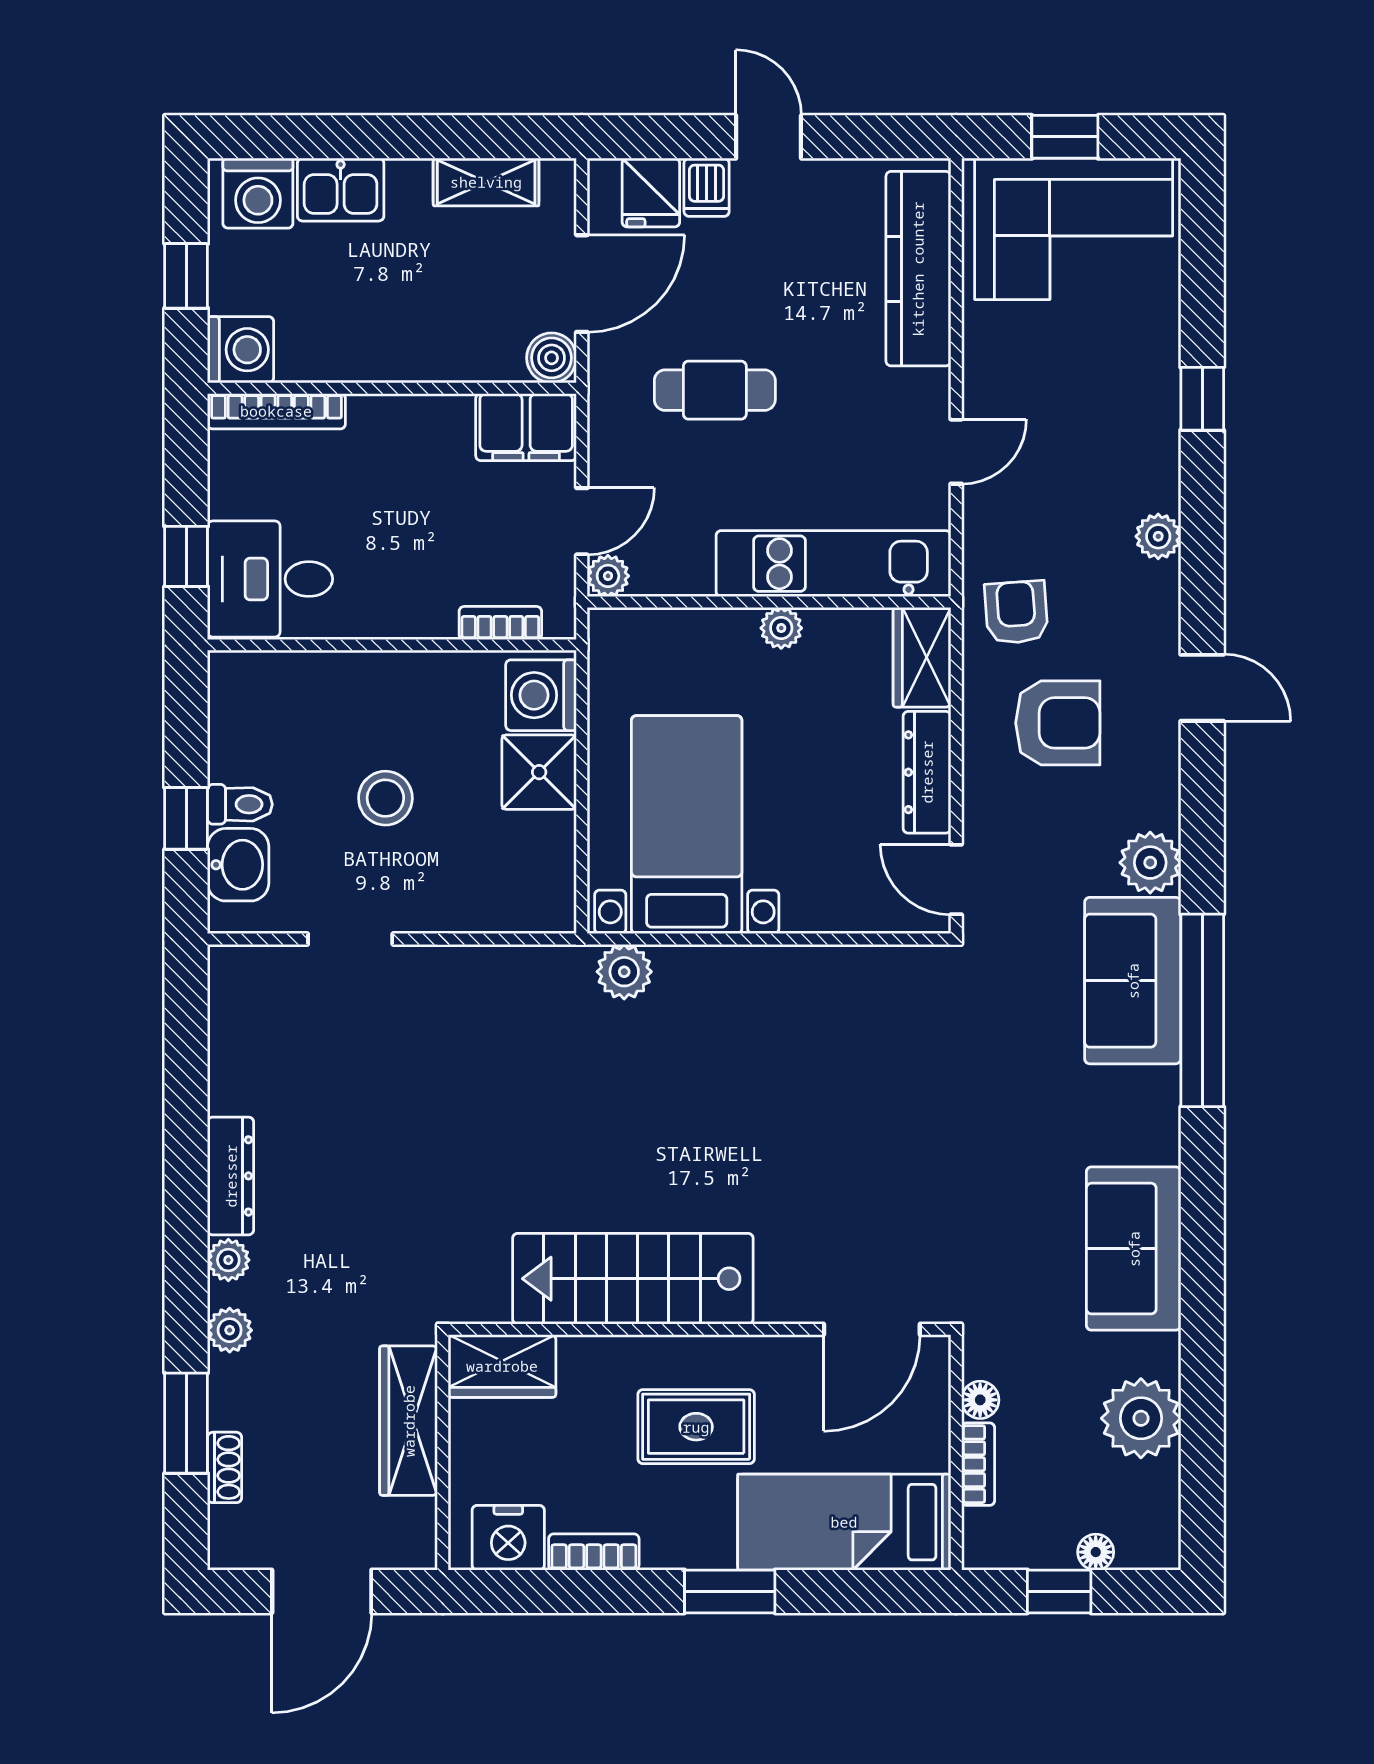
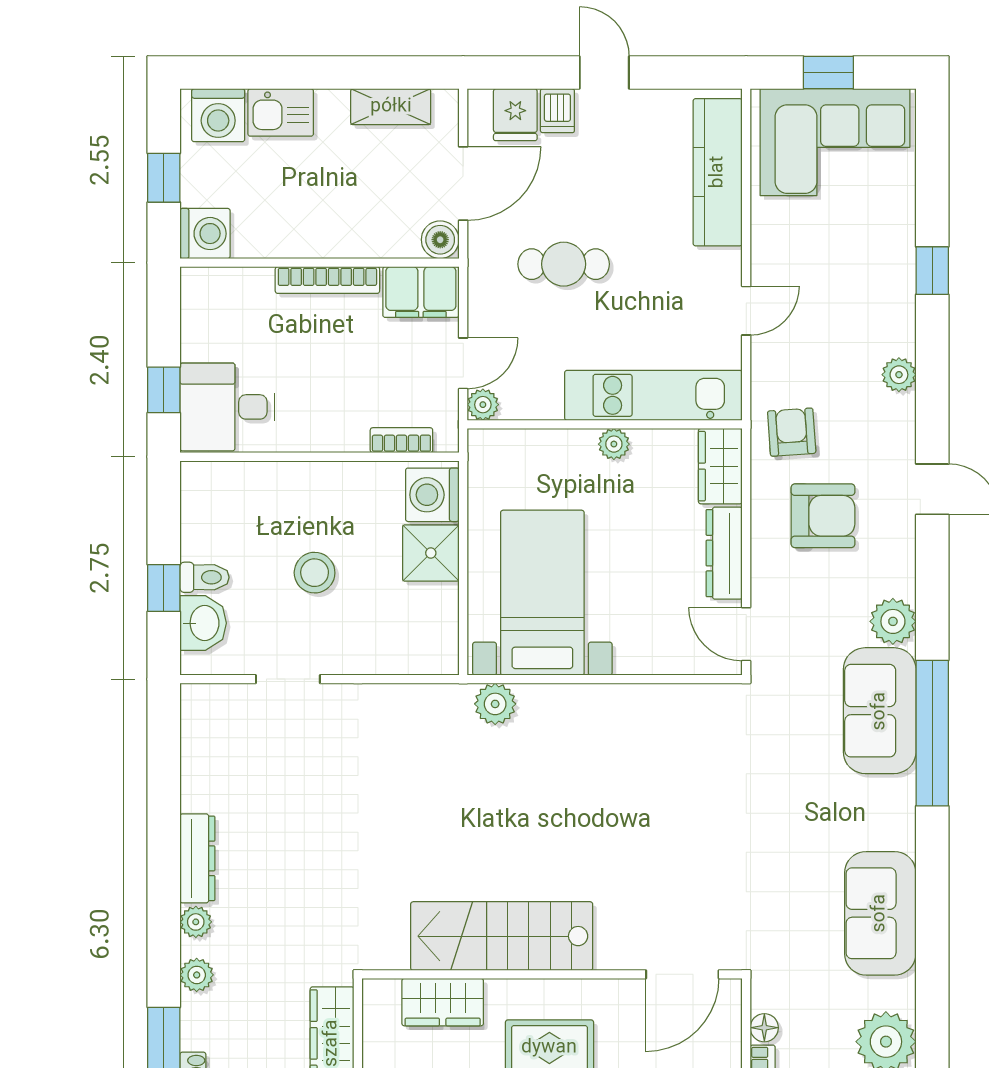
bookcase: (276, 411) -> (327, 280), moved
wardrobe: (502, 1366) -> (443, 1002), moved

